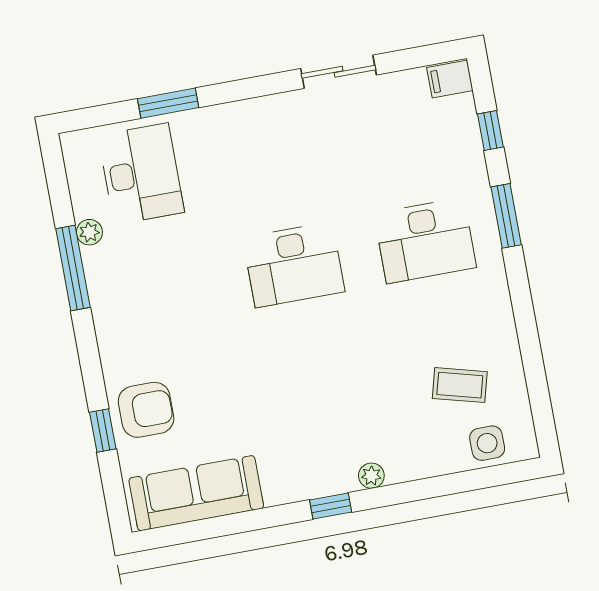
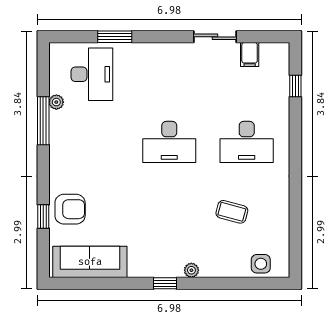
filing cabinet: (450, 79) -> (250, 54), moved, turned -90
window: (506, 216) -> (295, 136), removed
coffee table: (460, 385) -> (232, 212), moved

